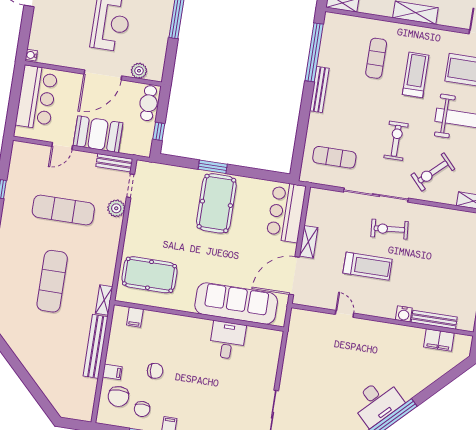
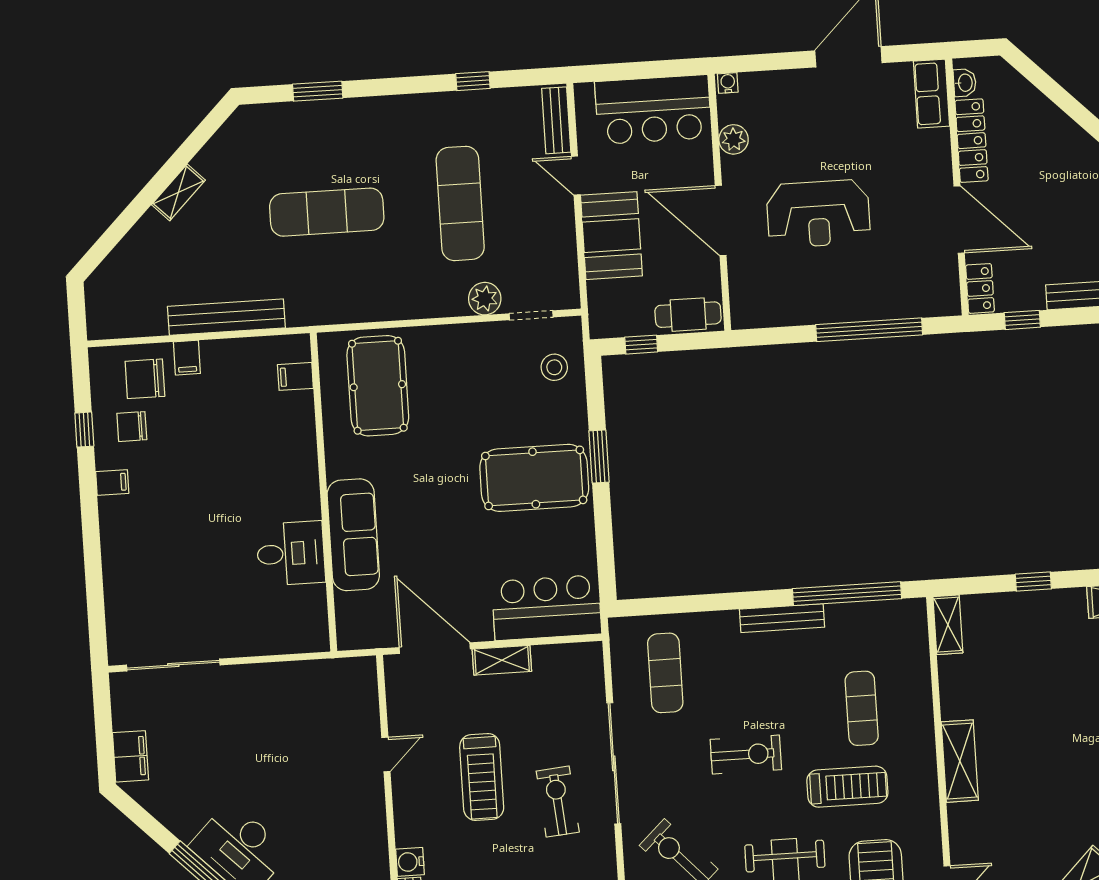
exercise mat: (376, 58) -> (862, 708), turned 90
plant: (139, 71) -> (734, 139), moved
exercise bike: (396, 141) -> (746, 755), moved
bench: (114, 163) -> (556, 120), moved
stool: (161, 180) -> (554, 367), added
shelving: (104, 300) -> (178, 192), moved, turned -45
sofa: (236, 303) -> (353, 535), width x0.74, depth x0.79
chair: (155, 371) -> (206, 435), removed

